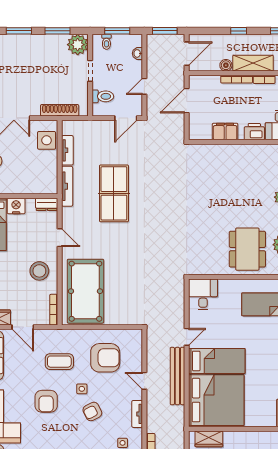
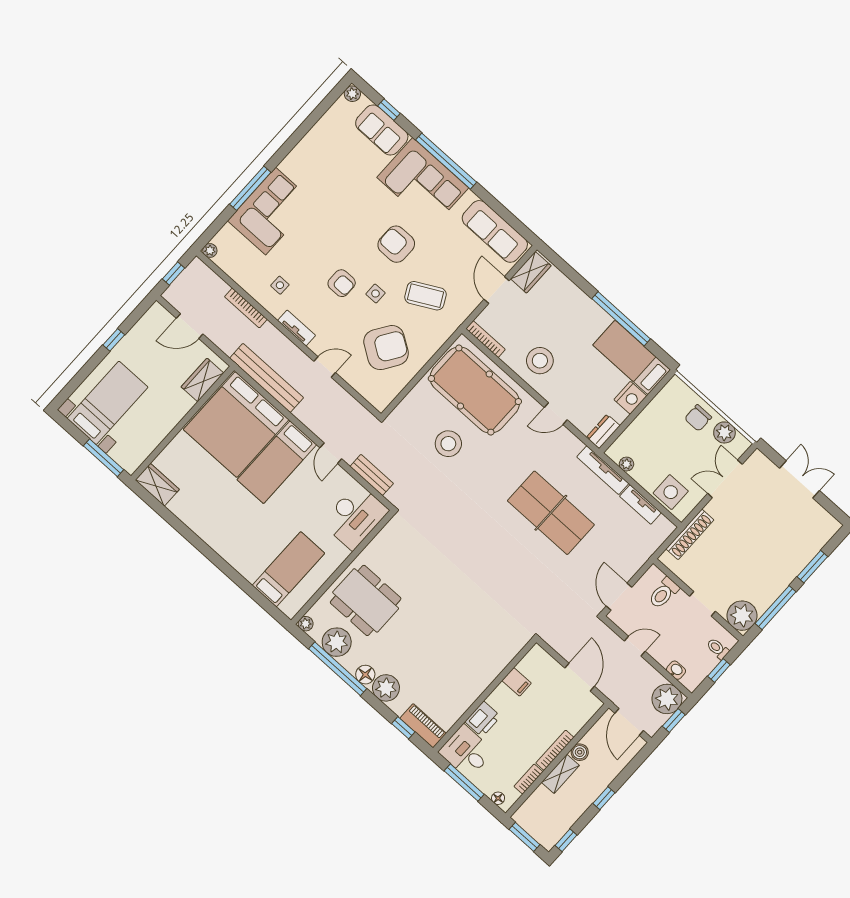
window: (58, 31) -> (776, 608), width x1.44
window: (117, 31) -> (719, 670), width x0.67
window: (165, 31) -> (674, 721), width x0.67
plant: (157, 45) -> (667, 699), added
shelving: (253, 63) -> (560, 774), width x0.67, depth x0.75
door: (144, 86) -> (635, 646), hinge flipped
filing cabinet: (225, 131) -> (517, 682), width x0.50
plant: (53, 177) -> (627, 464), added
stool: (126, 280) -> (448, 444), added
desk: (203, 294) -> (355, 517), width x1.37
bench: (179, 305) -> (372, 475), added
door: (23, 327) -> (497, 290), hinge flipped
armchair: (105, 358) -> (386, 348), turned -147
coffee table: (59, 362) -> (425, 296), turned 62
bench: (177, 376) -> (267, 378), moved
armchair: (92, 411) -> (342, 283), turned 117

